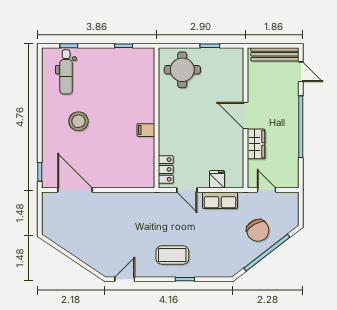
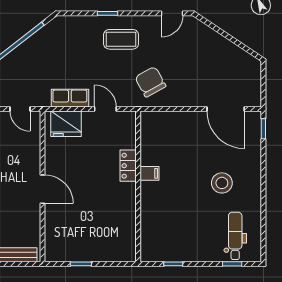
round table: (182, 70) -> (110, 238), removed
wardrobe: (256, 144) -> (31, 159), removed
locker: (166, 169) -> (128, 166), moved
fridge: (217, 179) -> (66, 124), width x1.88, depth x1.34
chair: (258, 230) -> (150, 82), moved

